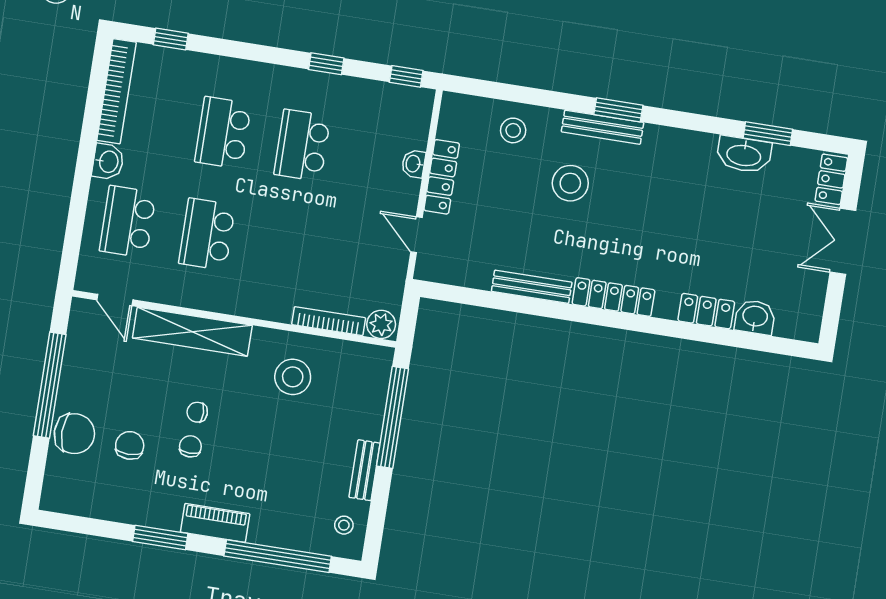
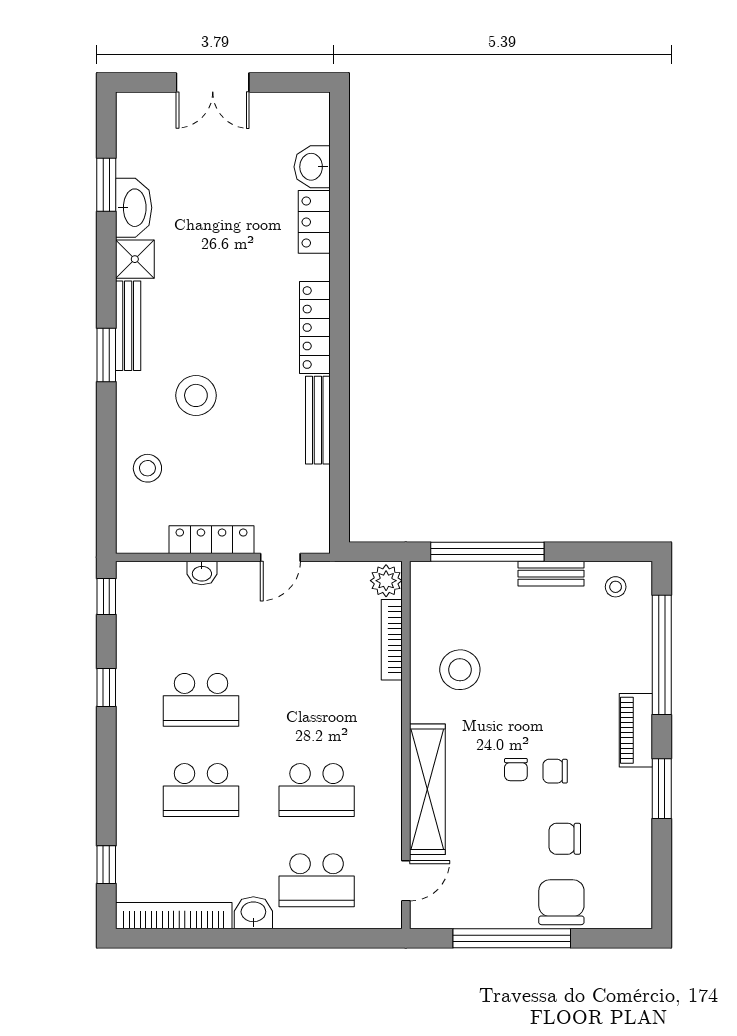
bench: (603, 127) -> (128, 326), moved
shower: (699, 148) -> (135, 259), added
locker: (831, 179) -> (146, 106), removed

